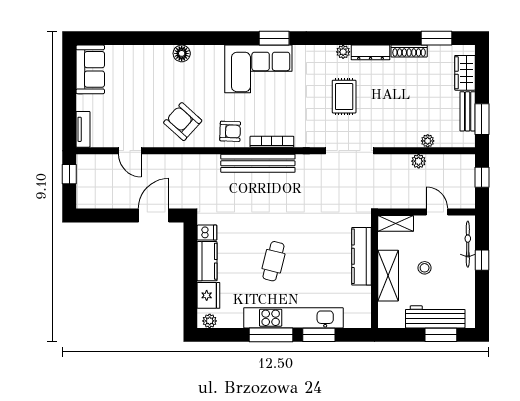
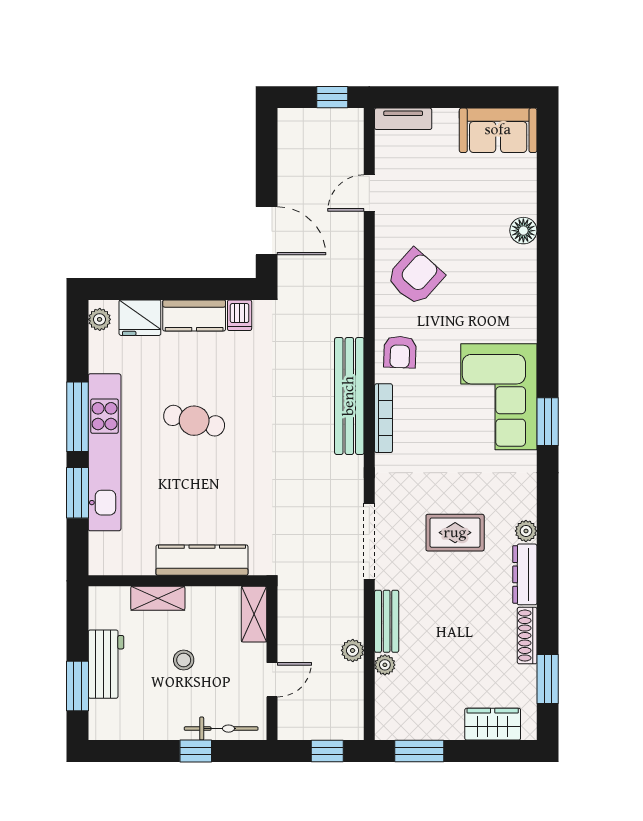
floor lamp: (182, 53) -> (523, 231), moved
bench: (468, 111) -> (387, 621), moved, turned 90
shelving: (388, 276) -> (158, 598), width x0.67, depth x0.75
workbench: (435, 317) -> (106, 664), width x0.73

